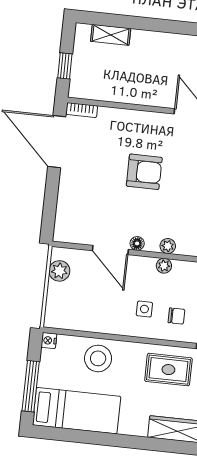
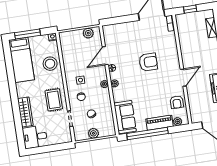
armchair: (144, 172) -> (148, 62), turned -90

